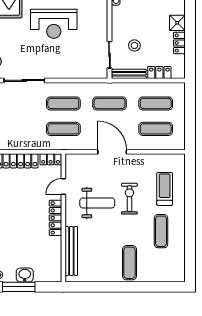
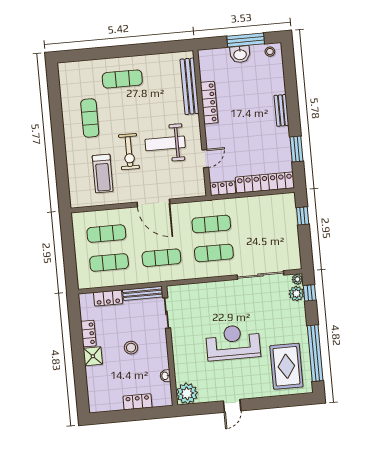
stool: (134, 45) -> (131, 348), moved
treadmill: (165, 189) -> (103, 174), moved
locker: (56, 218) -> (209, 103), moved
exercise mat: (129, 263) -> (122, 79), turned 90

